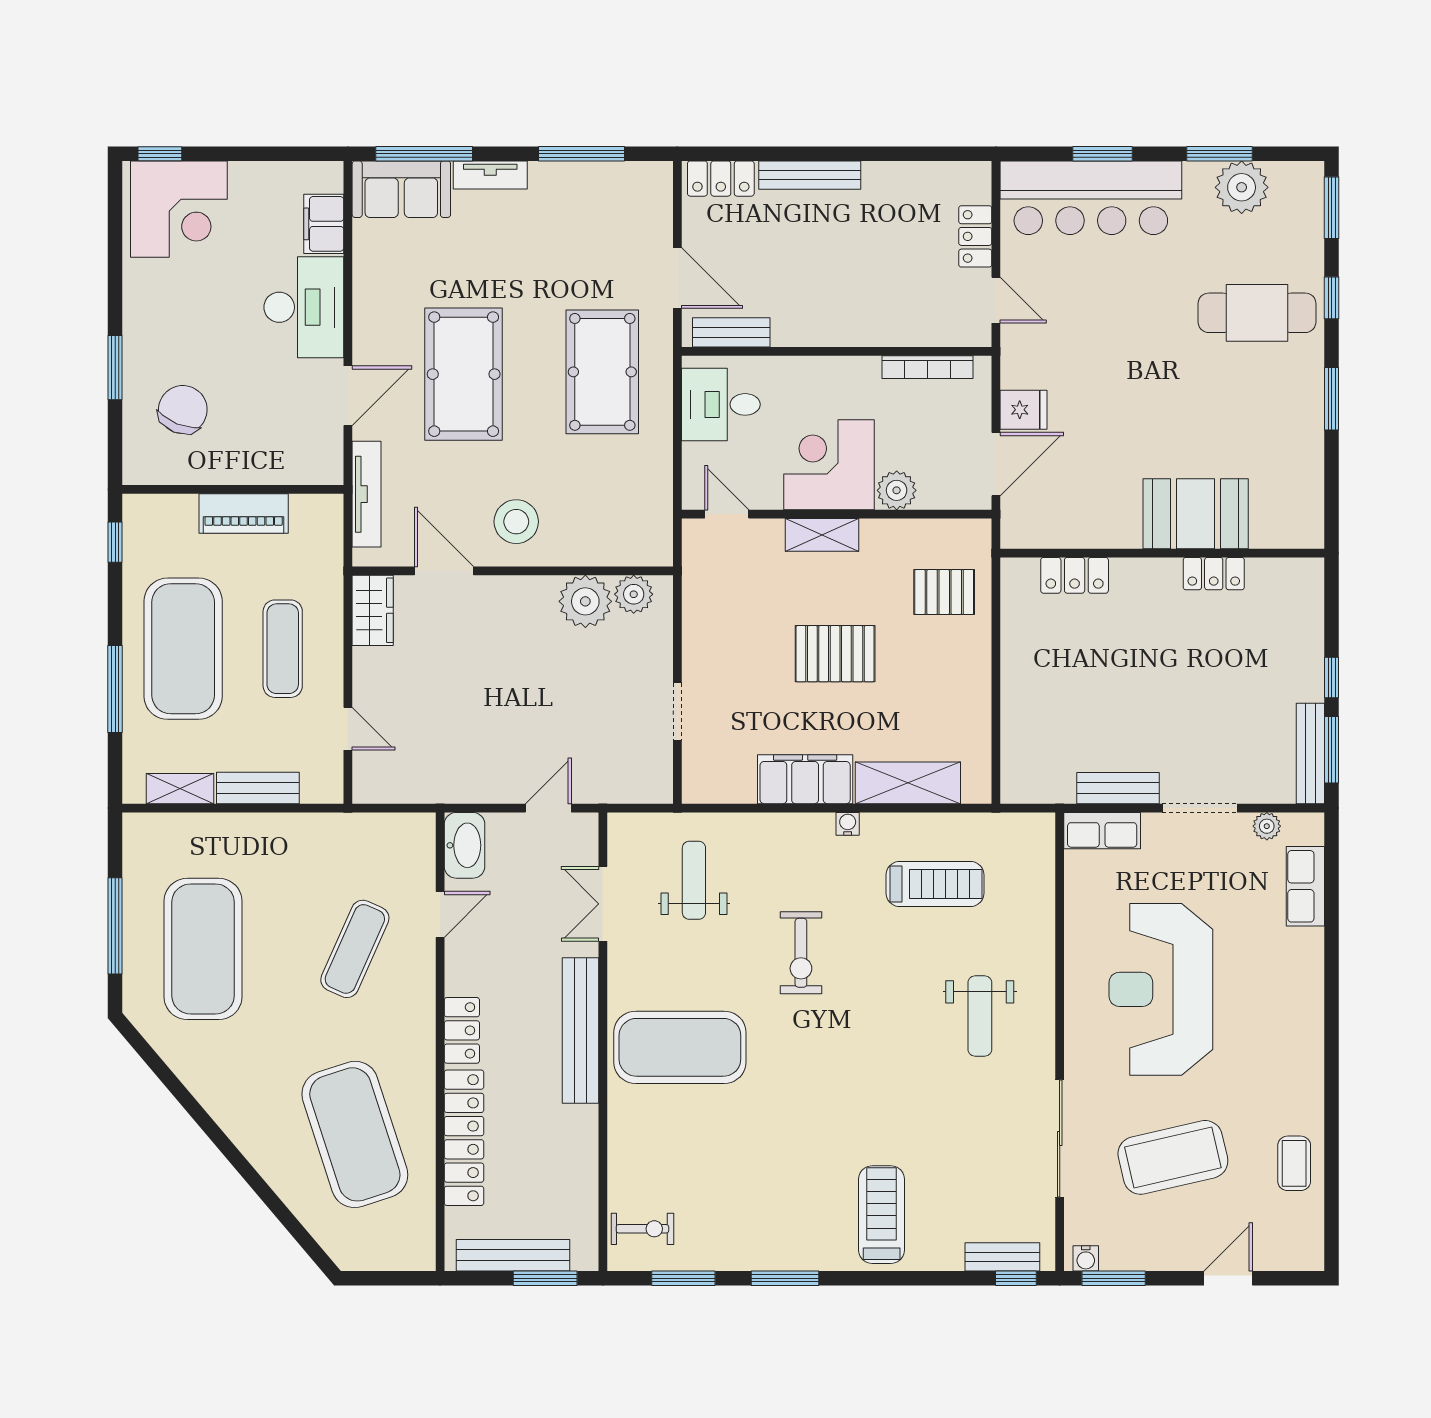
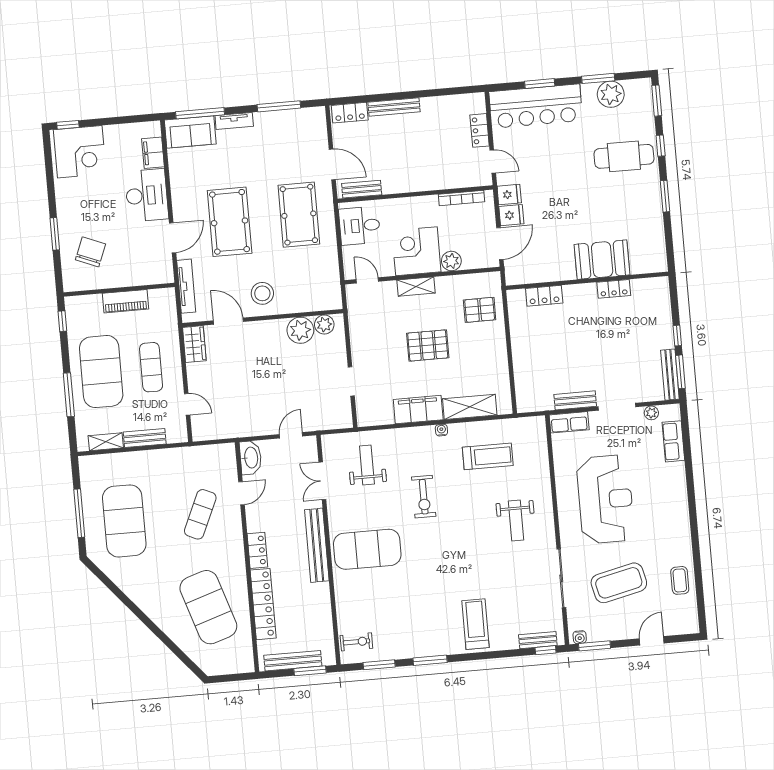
fridge: (1023, 368) -> (509, 194), added
reception desk: (1161, 989) -> (605, 499), turned 180

